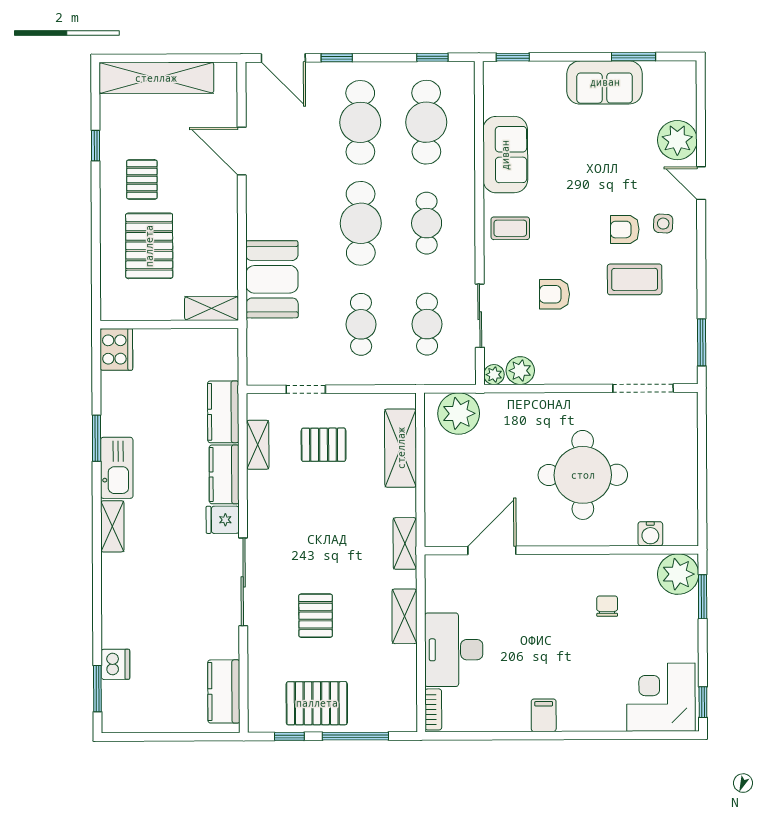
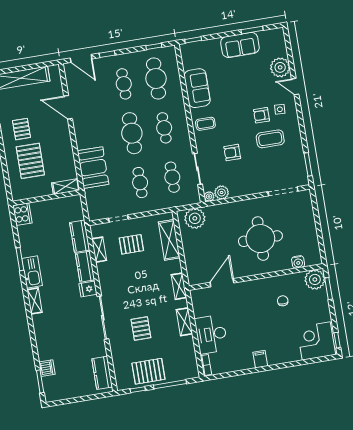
cafe table: (360, 122) -> (124, 84), width x0.73, depth x0.74

